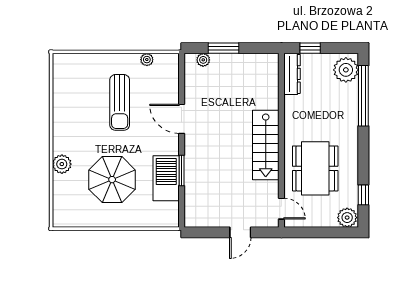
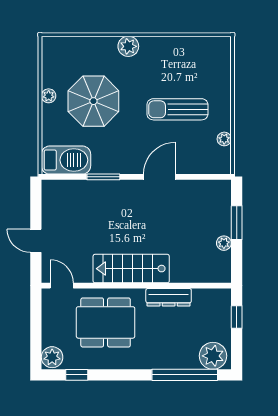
plant: (203, 60) -> (224, 243), moved
dresser: (292, 74) -> (169, 297), moved
plant: (62, 164) -> (128, 46), moved
barbecue: (166, 178) -> (66, 160), moved
door: (281, 209) -> (62, 286), swing flipped
plant: (107, 221) -> (49, 96), added

